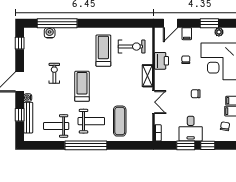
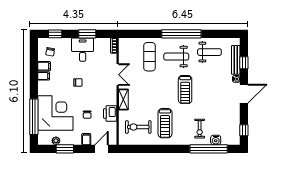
exercise bike: (54, 73) -> (200, 129), moved
double door: (153, 102) -> (118, 75), swing flipped
window: (208, 145) -> (55, 34), moved

